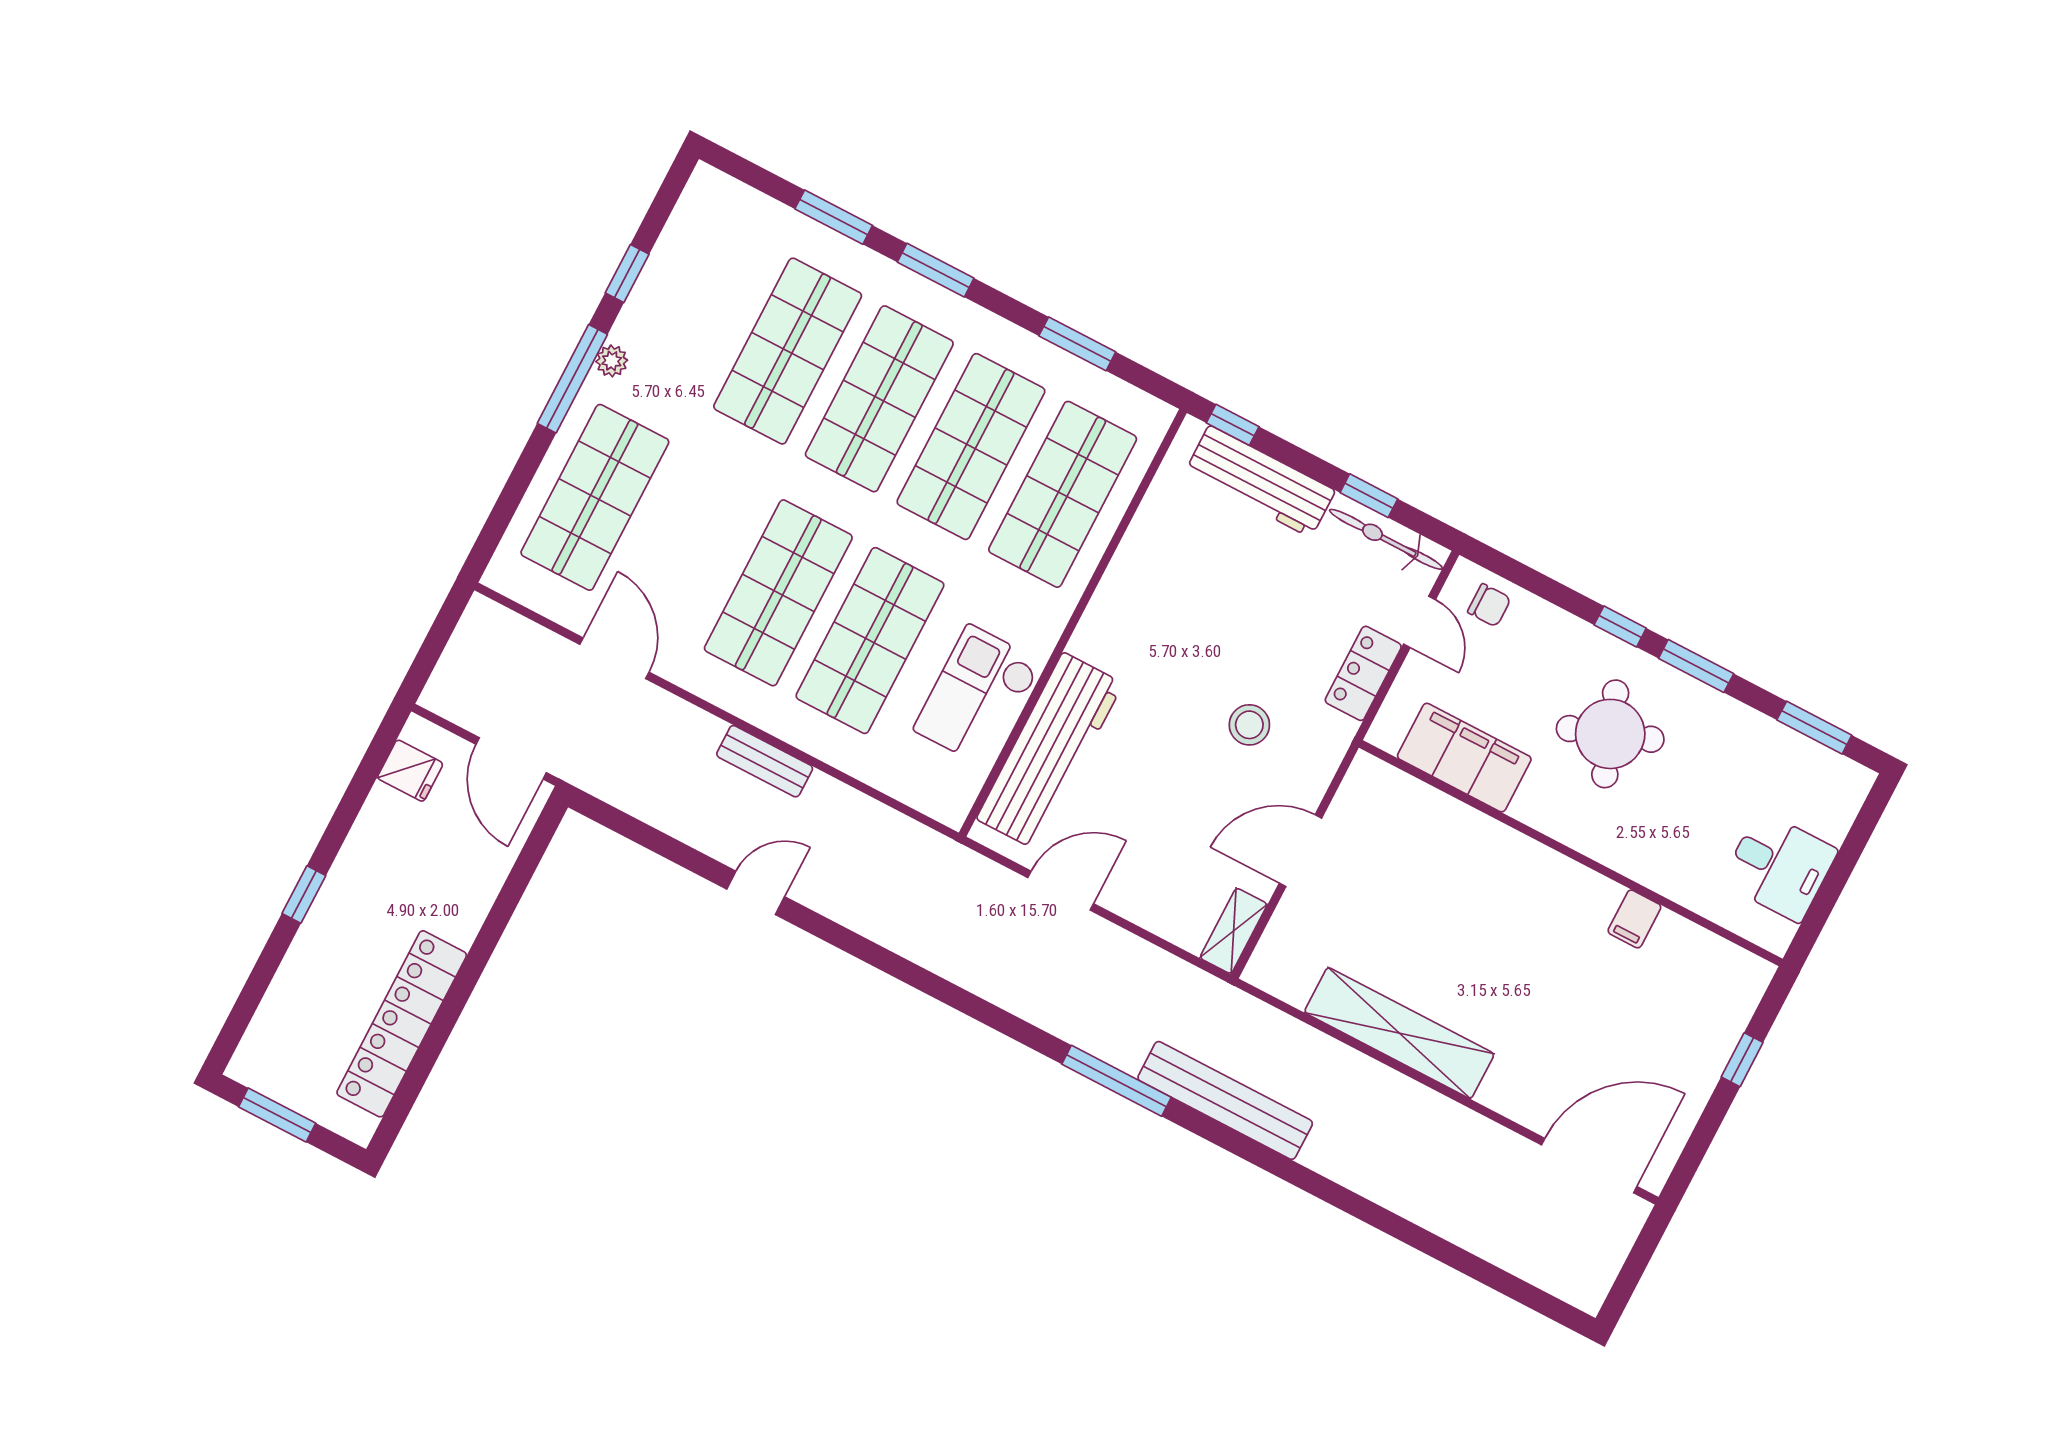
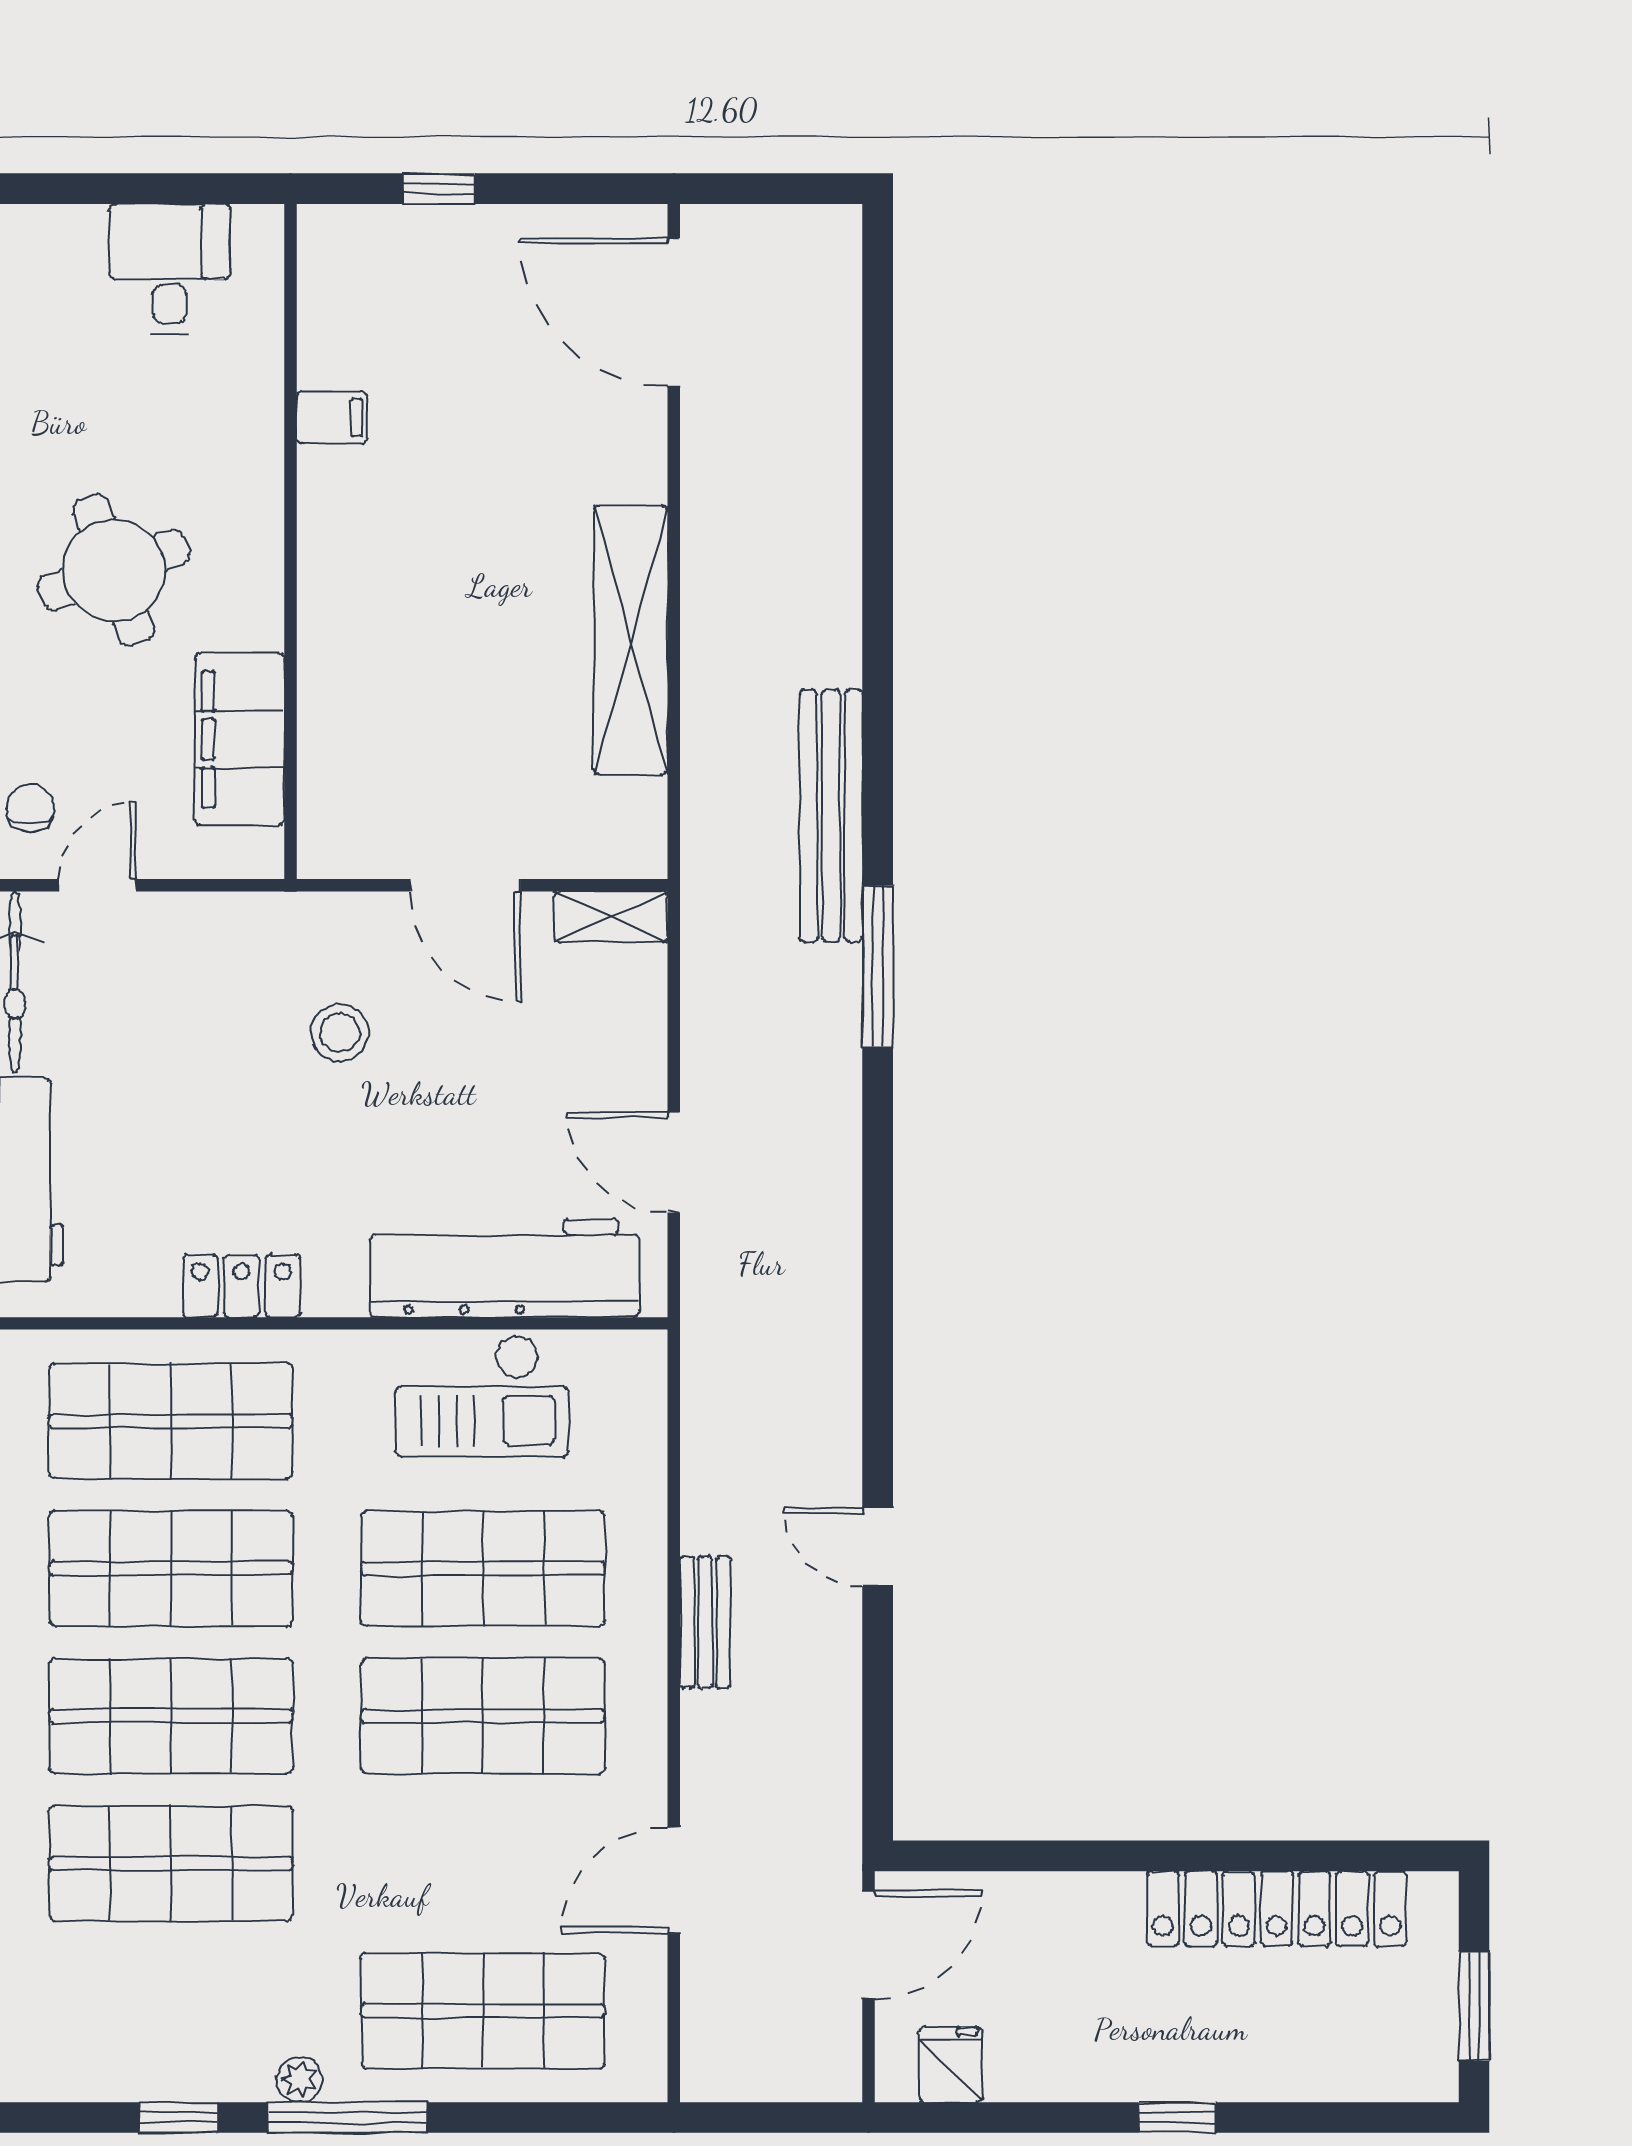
locker: (1363, 673) -> (241, 1286), moved, turned 180

